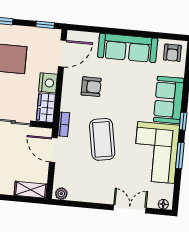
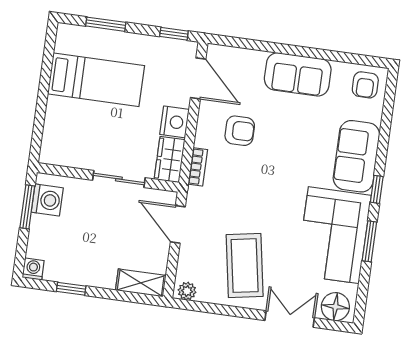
sofa: (128, 48) -> (298, 74), width x0.73
door: (62, 53) -> (198, 78), hinge flipped
bookcase: (64, 124) -> (198, 167), moved
coffee table: (102, 139) -> (245, 266), moved
floor lamp: (163, 204) -> (335, 307), width x1.89, depth x1.89

